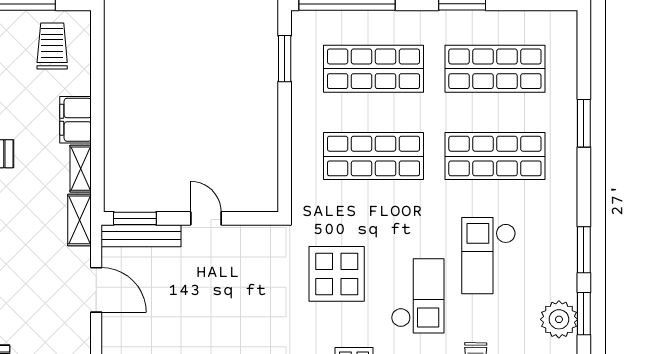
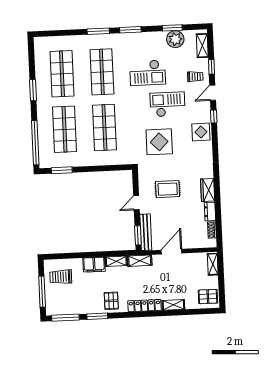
window: (584, 123) -> (98, 31), moved
window: (584, 250) -> (130, 30), moved
rug: (233, 288) -> (168, 189), added

